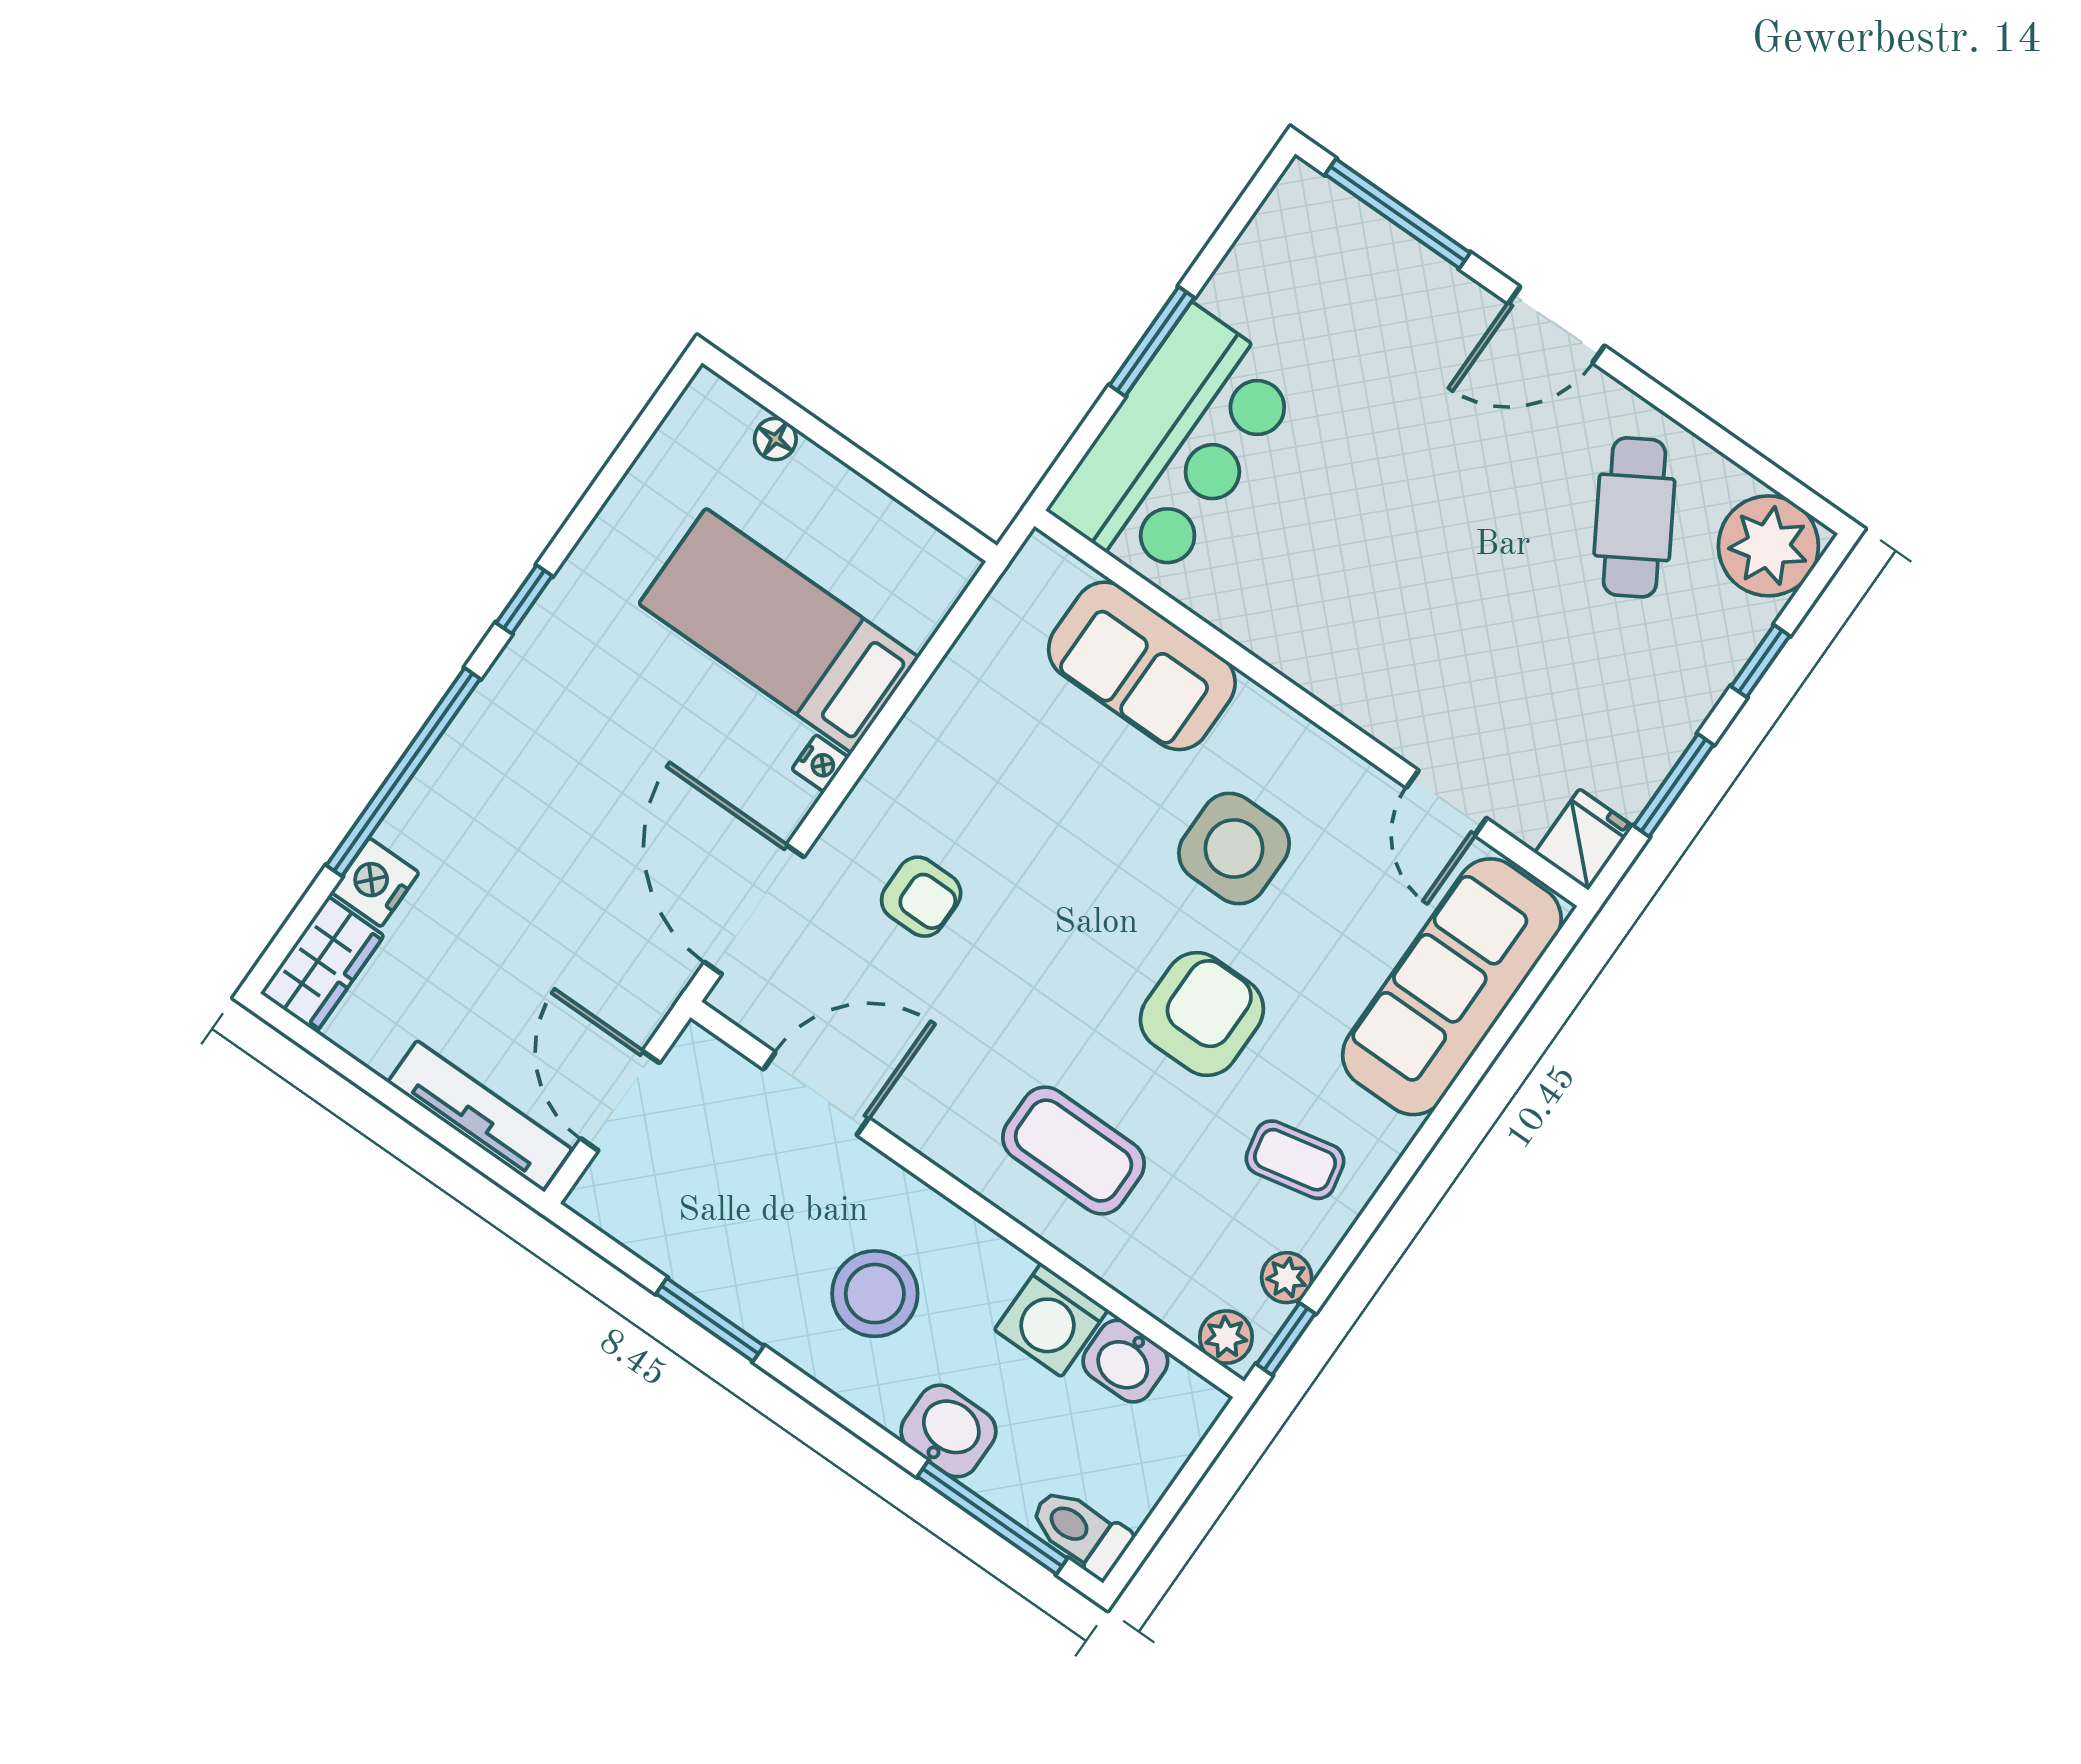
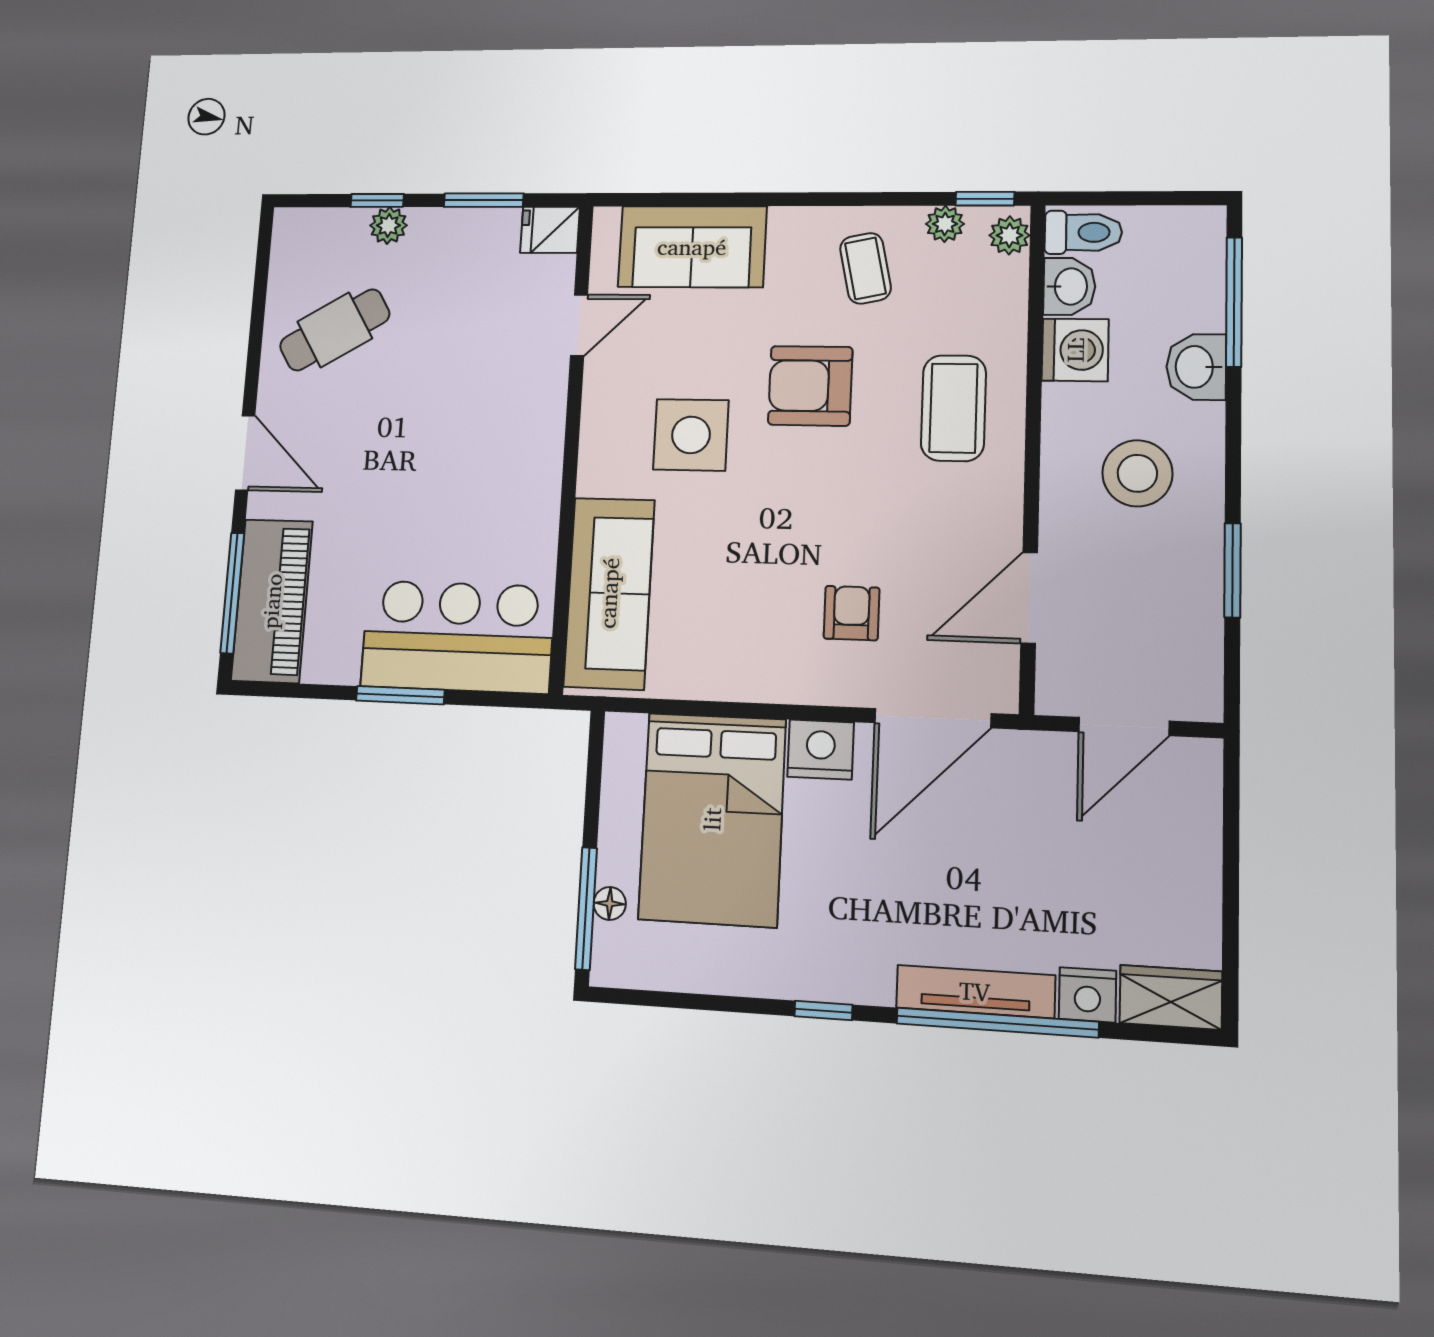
piano: (1358, 255) -> (272, 601), added
window: (786, 410) -> (586, 908), added
plant: (1768, 546) -> (388, 225), moved, width x0.53, depth x0.53
bed: (779, 631) -> (712, 819), width x1.50
sofa: (1142, 666) -> (609, 593), width x1.36
nightstand: (820, 763) -> (821, 750), width x1.89, depth x1.79
sofa: (1452, 987) -> (692, 247), width x0.73
door: (816, 1094) -> (1029, 598), hinge flipped
tv unit: (480, 1116) -> (975, 991), moved, turned 90
toilet: (1080, 1531) -> (1083, 232), moved, turned -90

